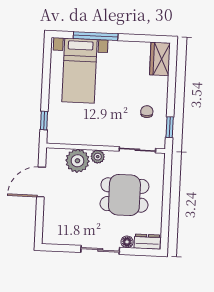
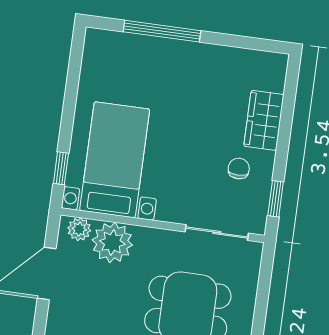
wardrobe: (160, 59) -> (264, 120), moved
bed with nightstands: (79, 71) -> (115, 160), moved, turned 180
plant: (98, 157) -> (79, 229), moved

